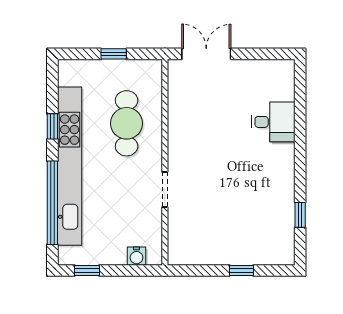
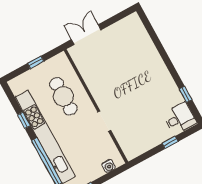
desk: (273, 122) -> (180, 118), moved

